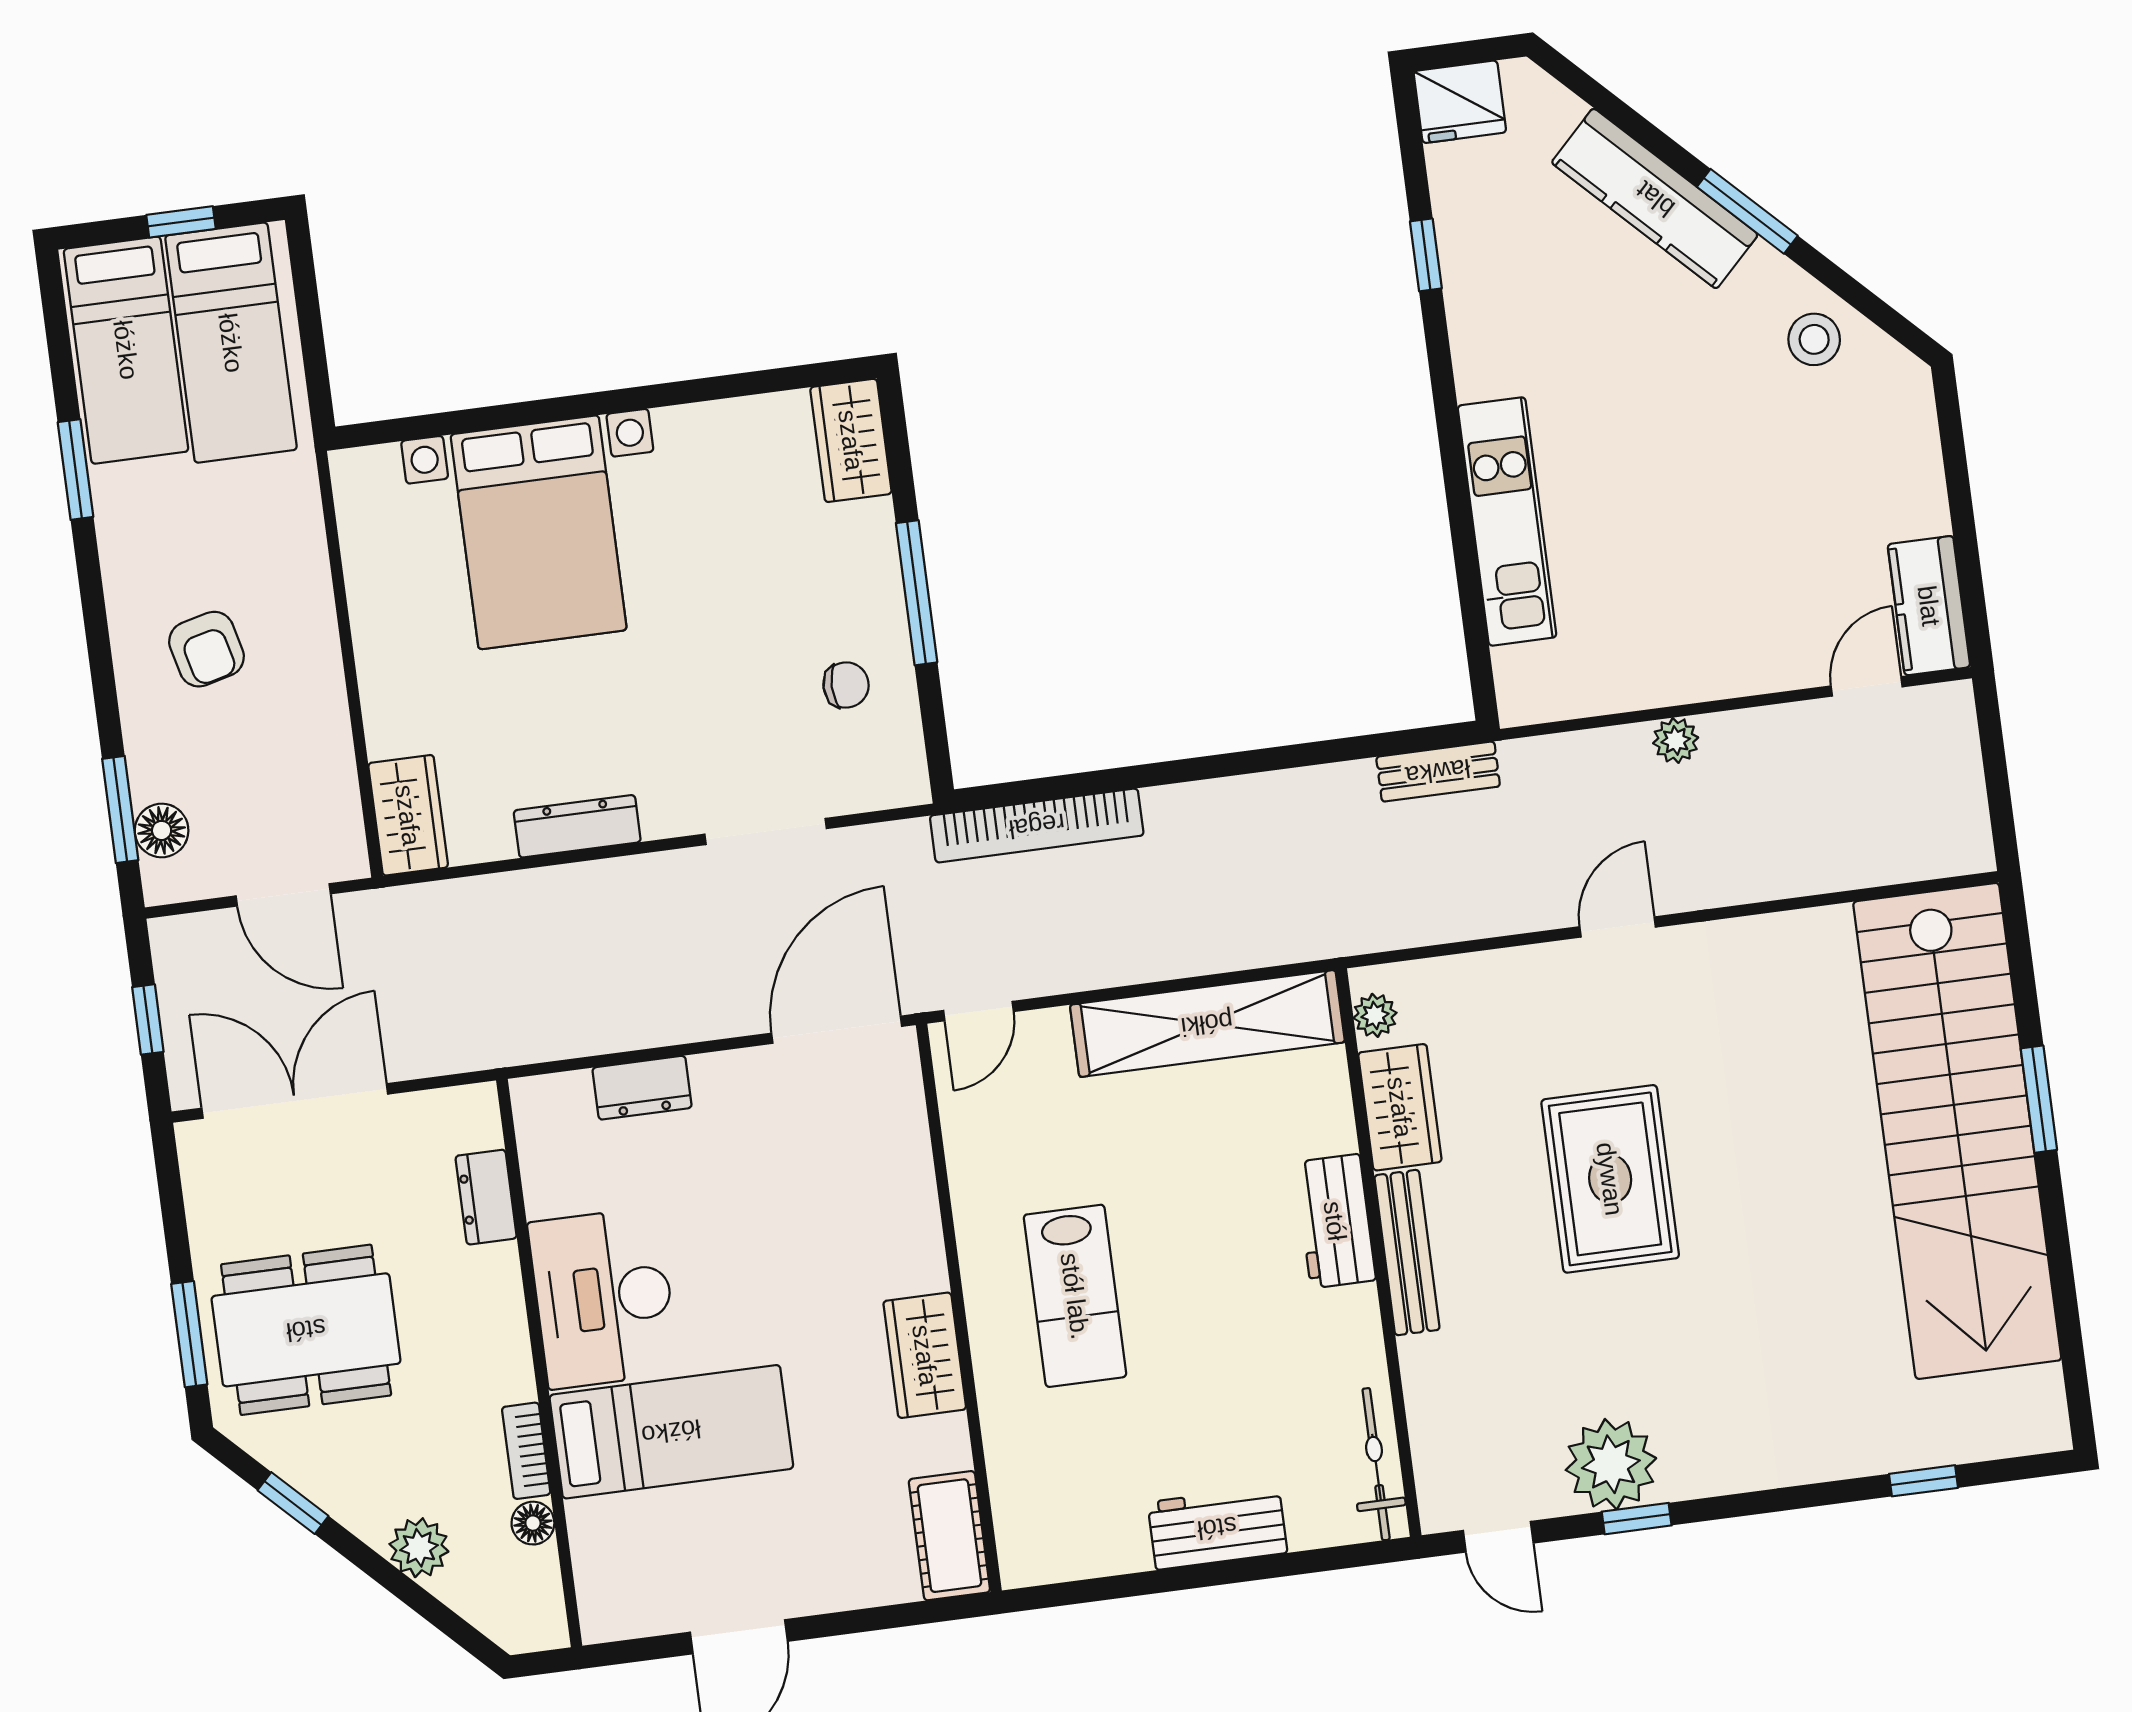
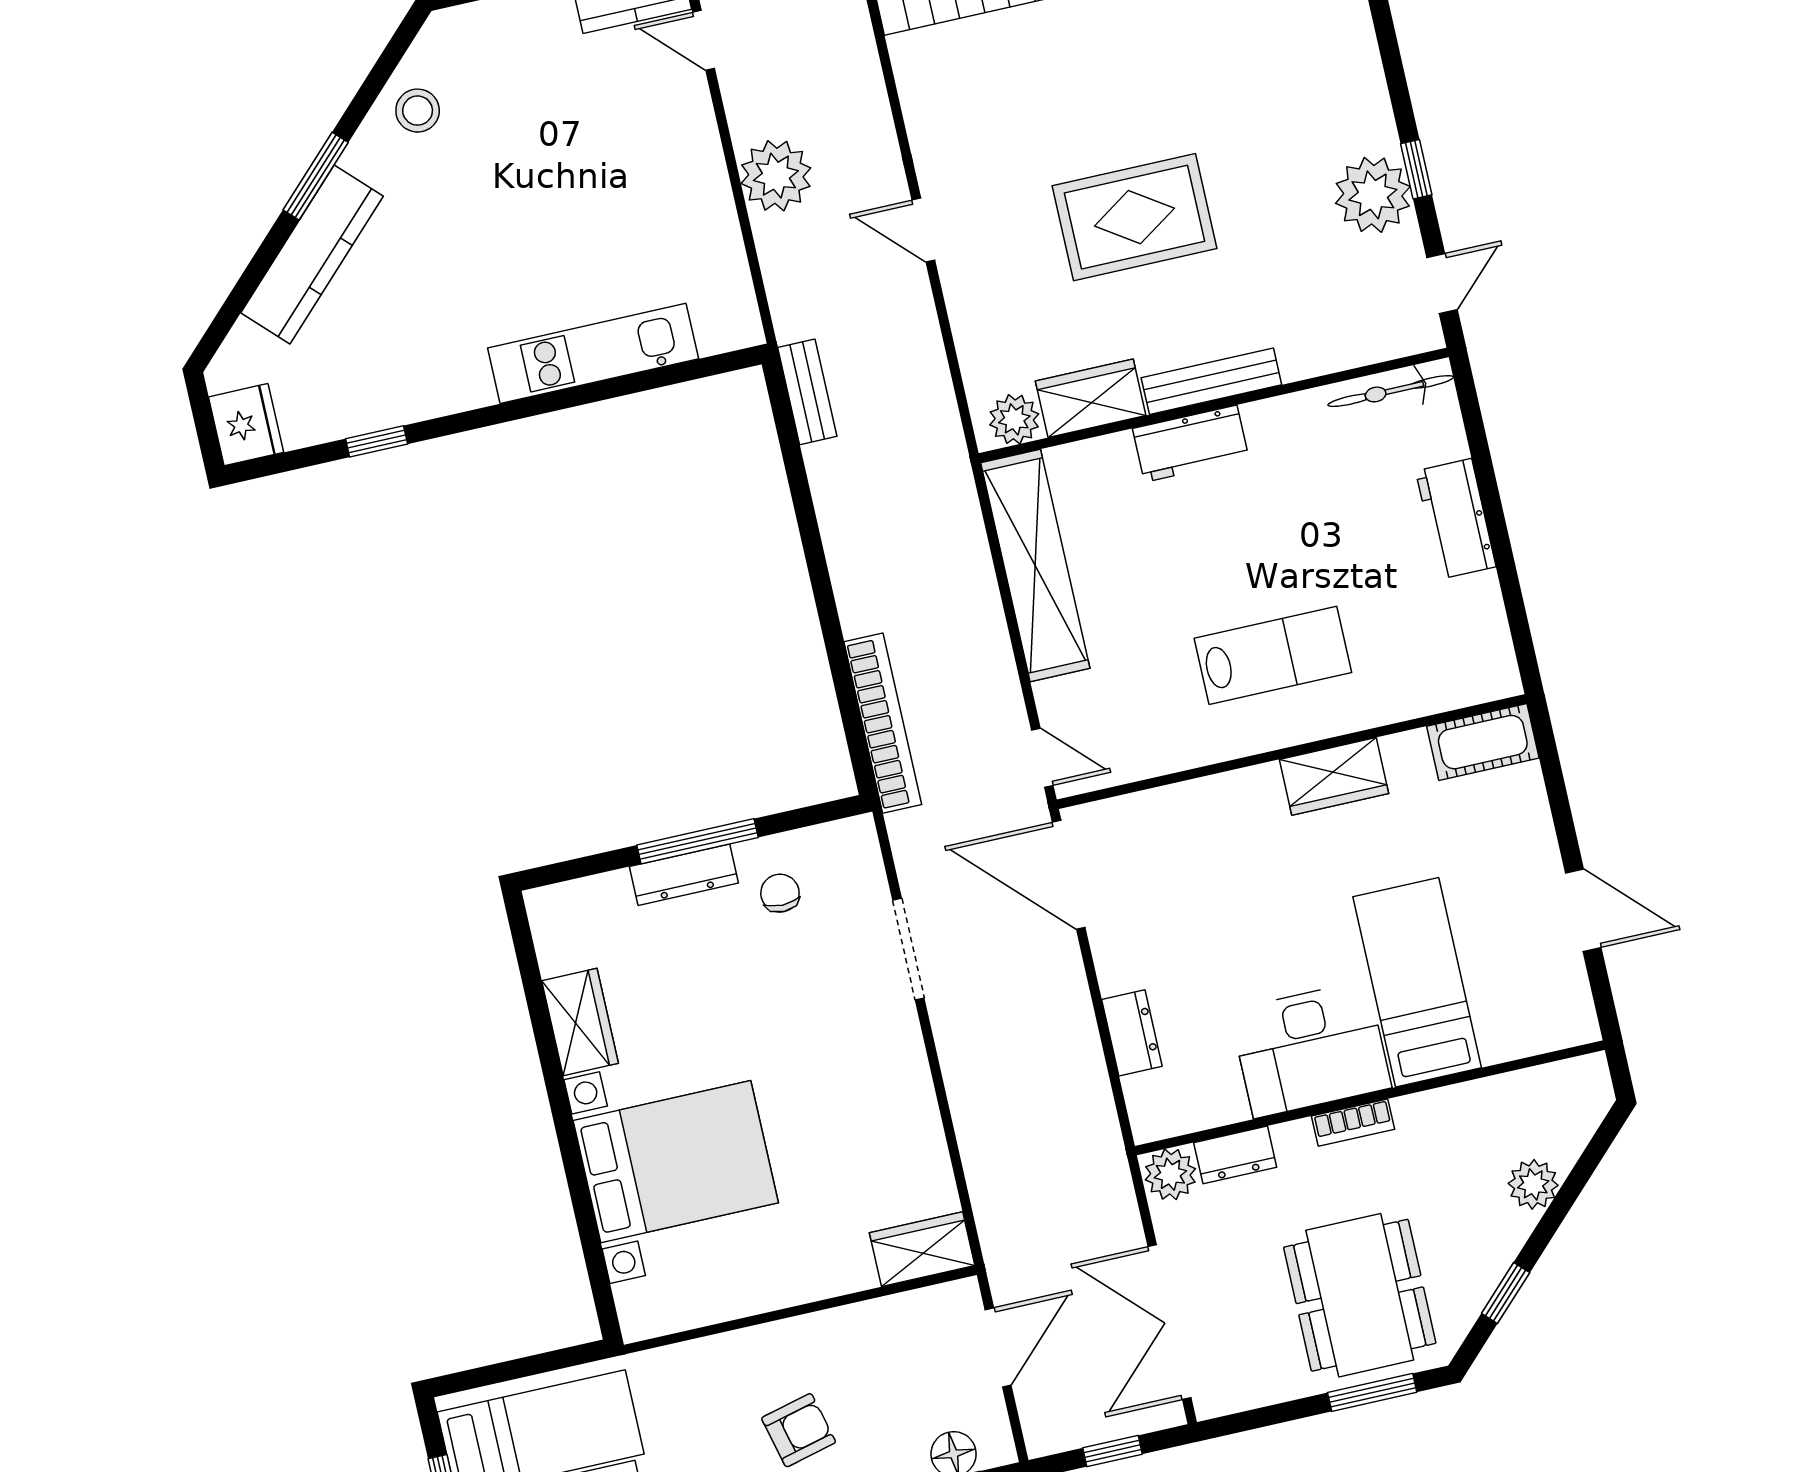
wardrobe: (851, 440) -> (580, 1022), moved, turned -90
plant: (1676, 740) -> (776, 176), width x1.87, depth x1.87
dresser: (577, 826) -> (684, 875), moved, turned -90
plant: (1375, 1015) -> (1014, 419), width x1.38, depth x1.38
plant: (470, 1118) -> (1170, 1174), added
bookcase: (526, 1451) -> (1353, 1123), moved
floor lamp: (533, 1523) -> (1504, 1091), removed

